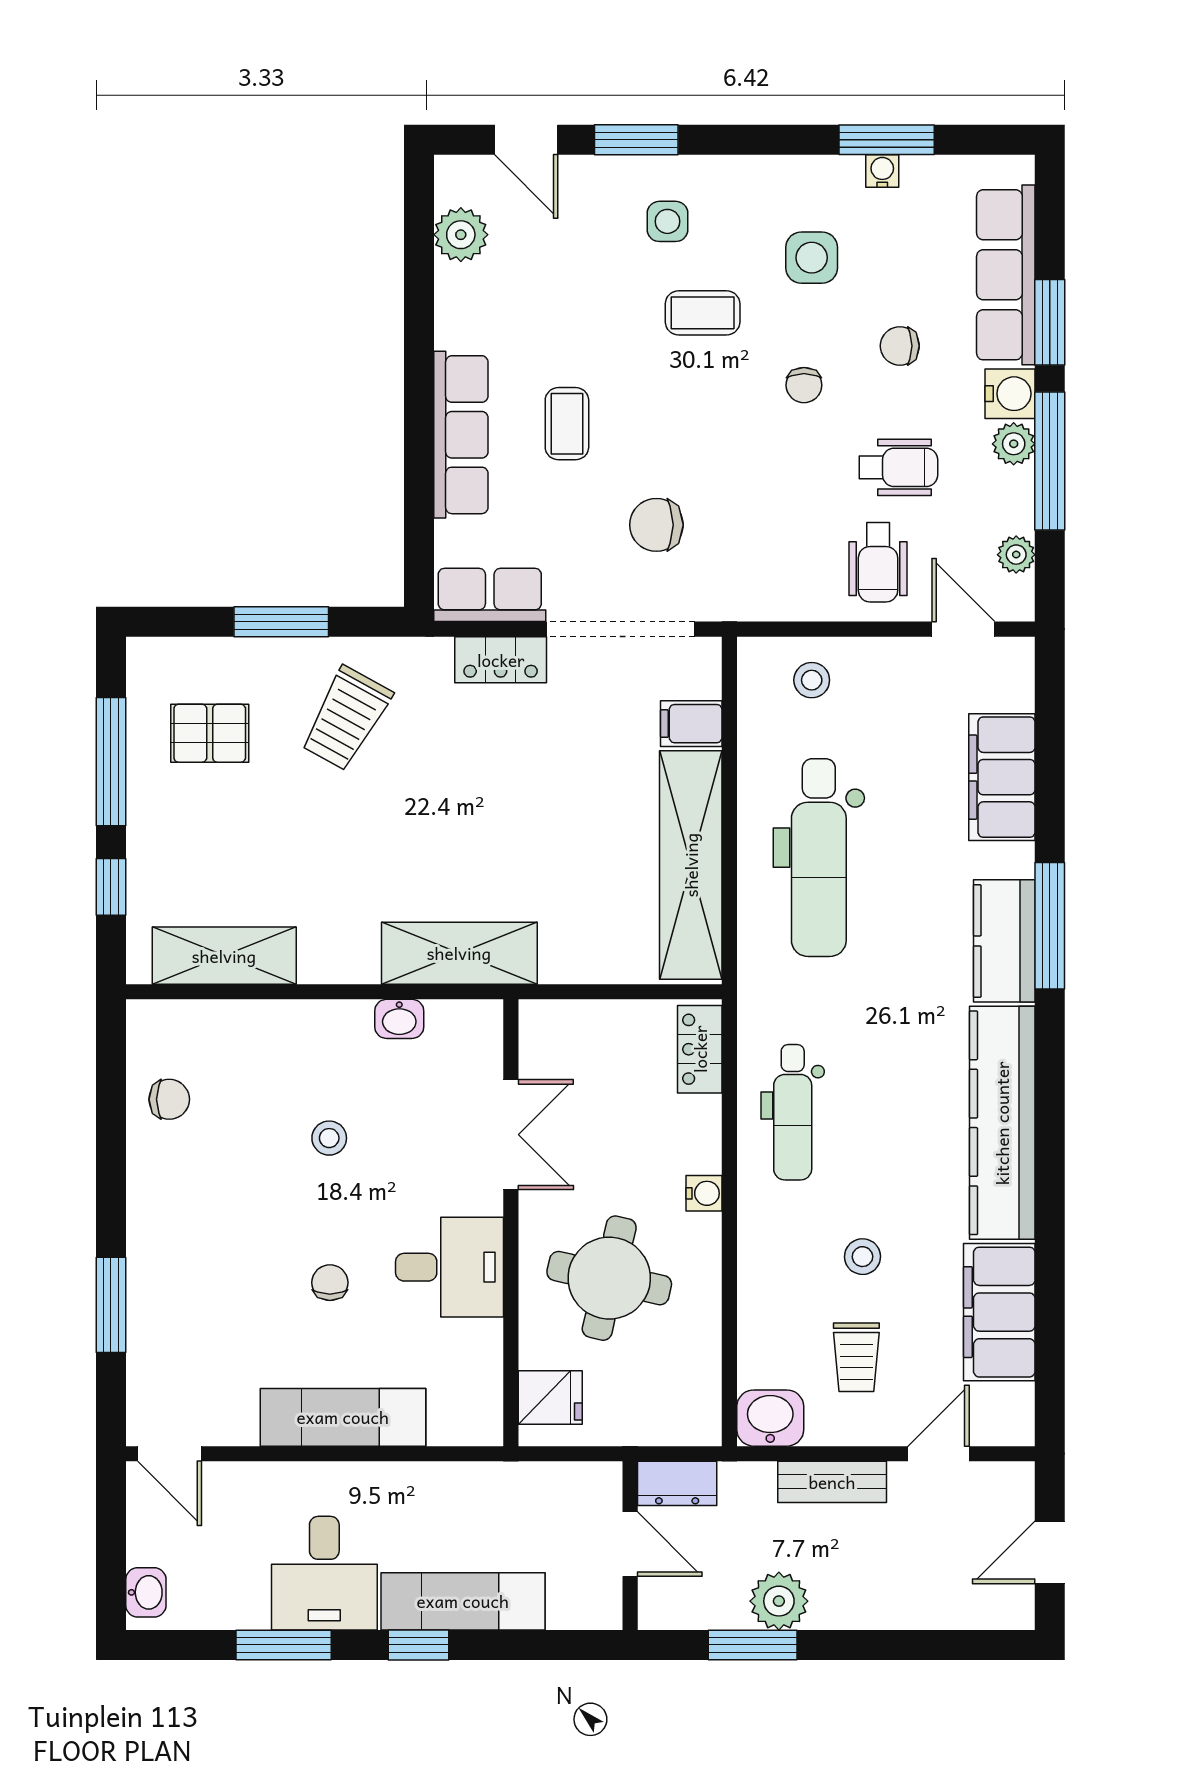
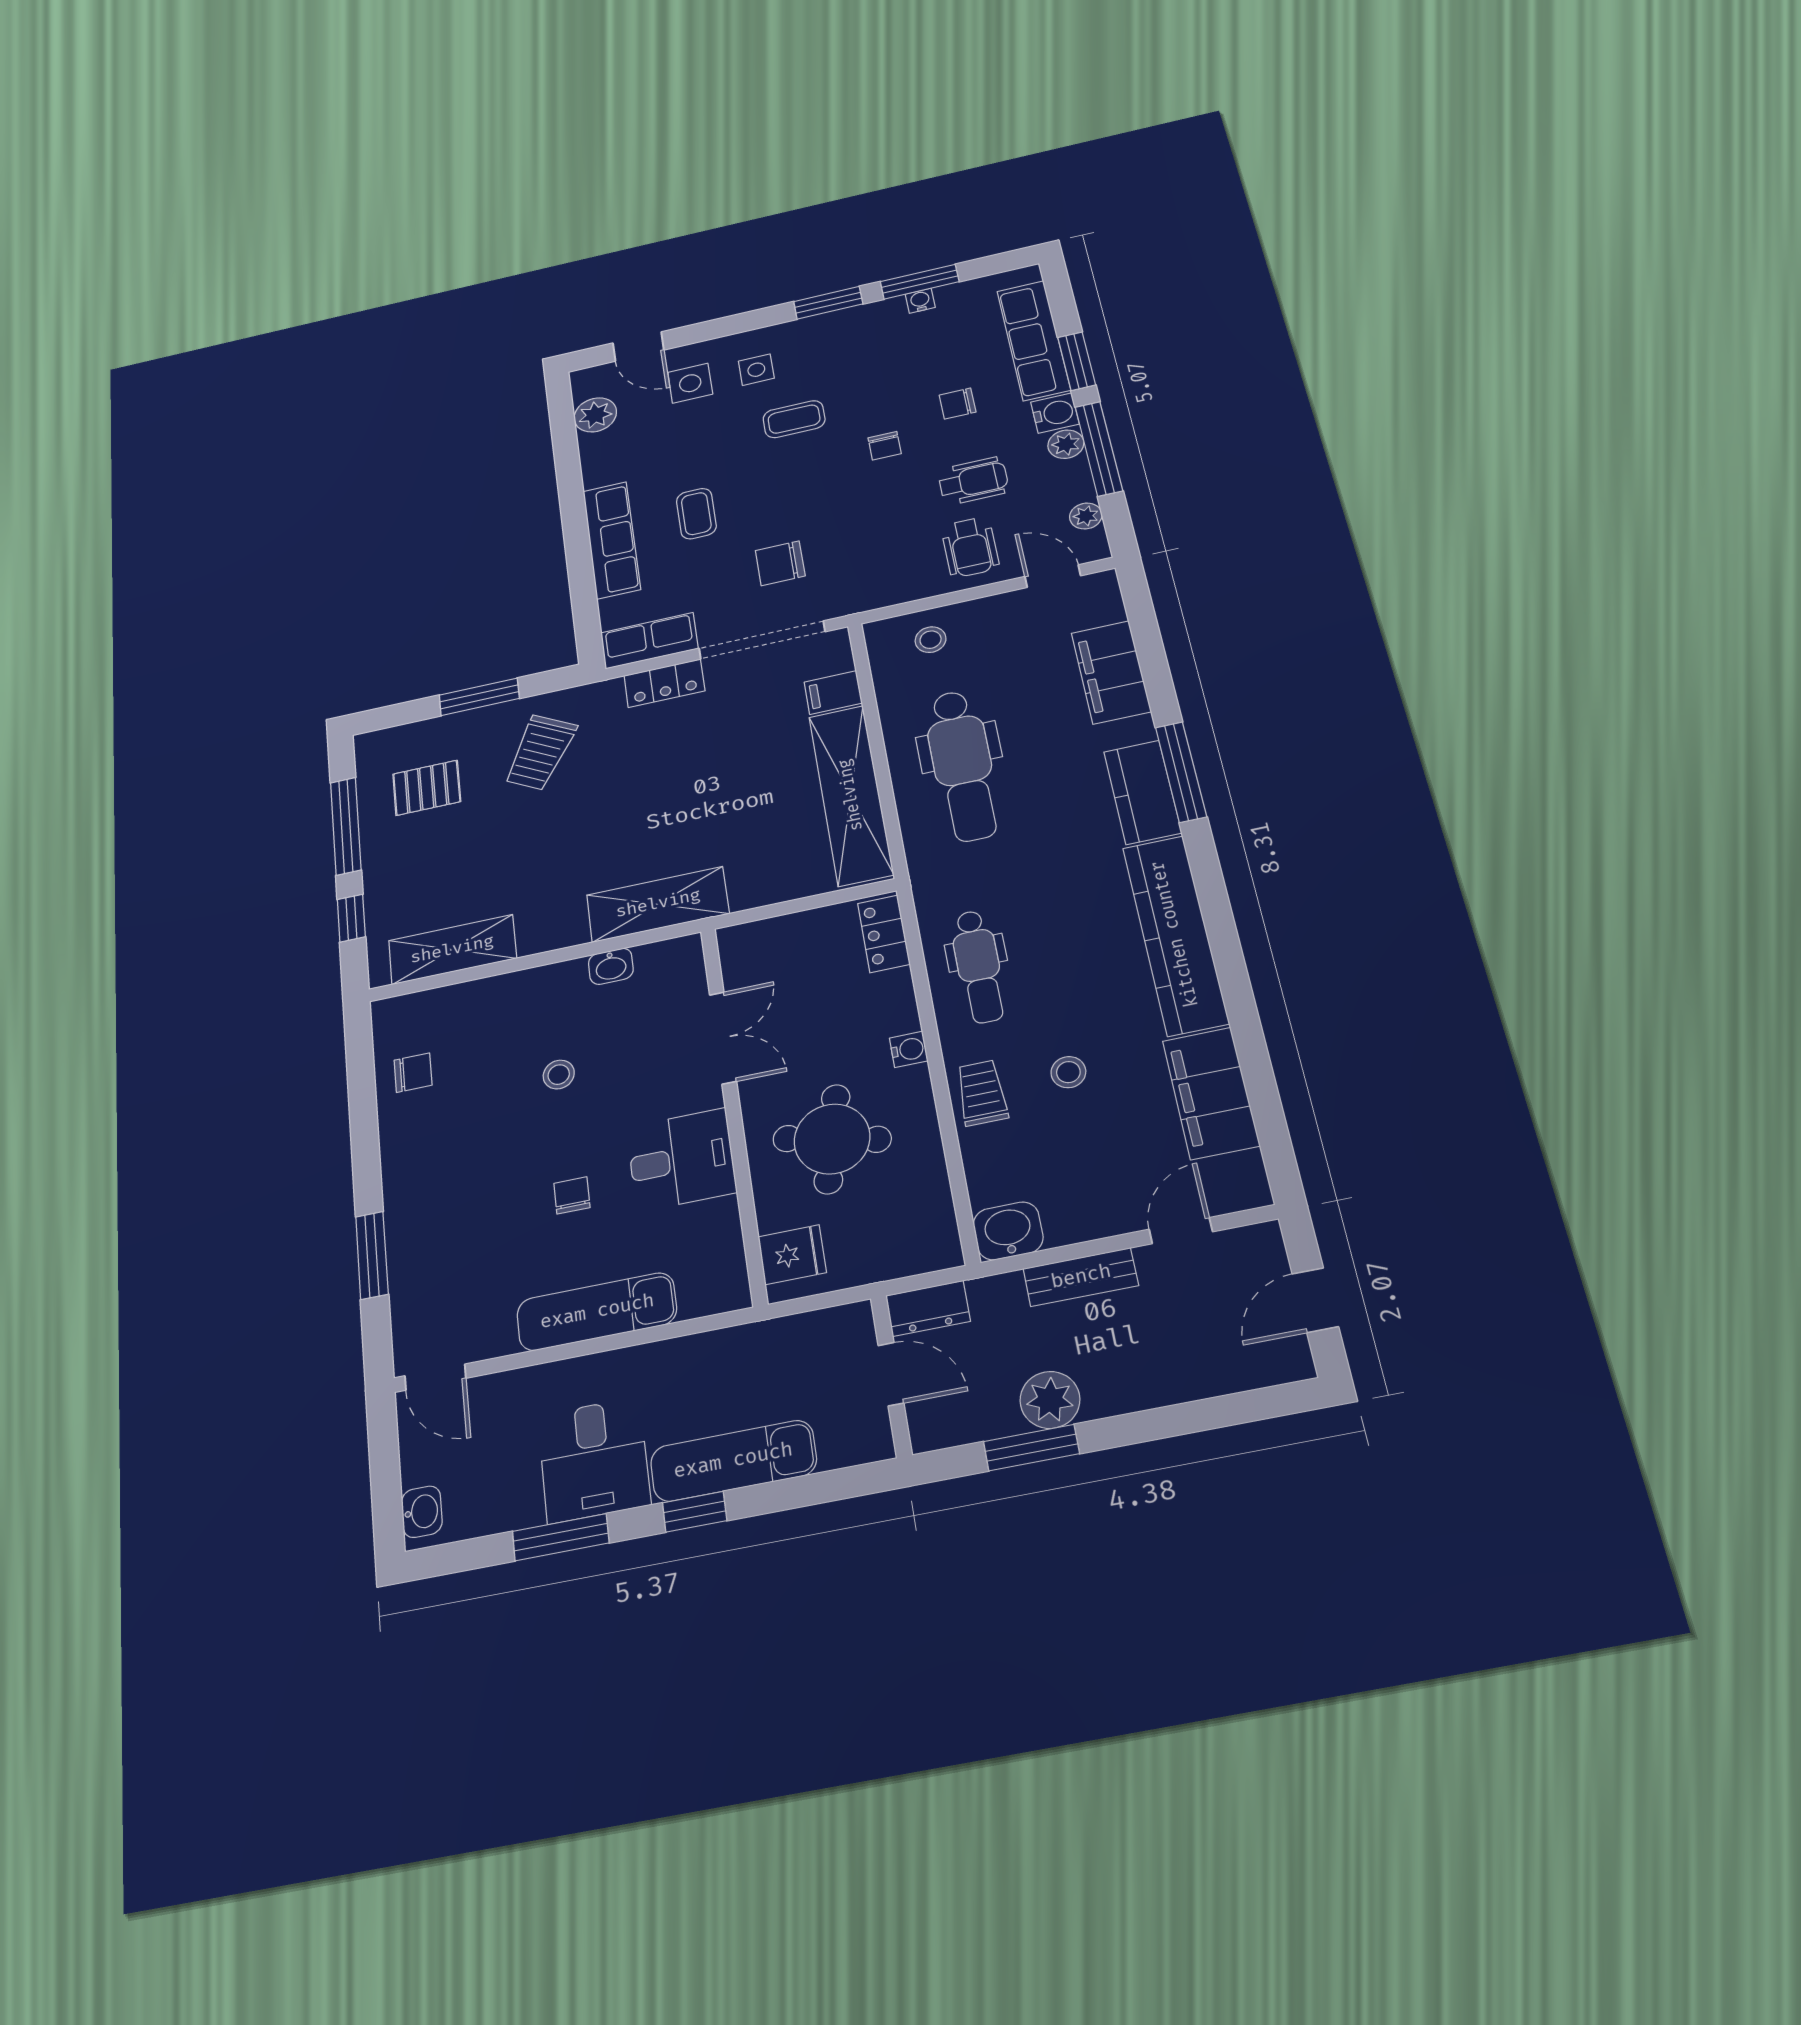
window: (636, 140) -> (828, 303), moved
side table: (812, 258) -> (690, 383), moved
trolley: (856, 1357) -> (982, 1093), moved, turned 180

